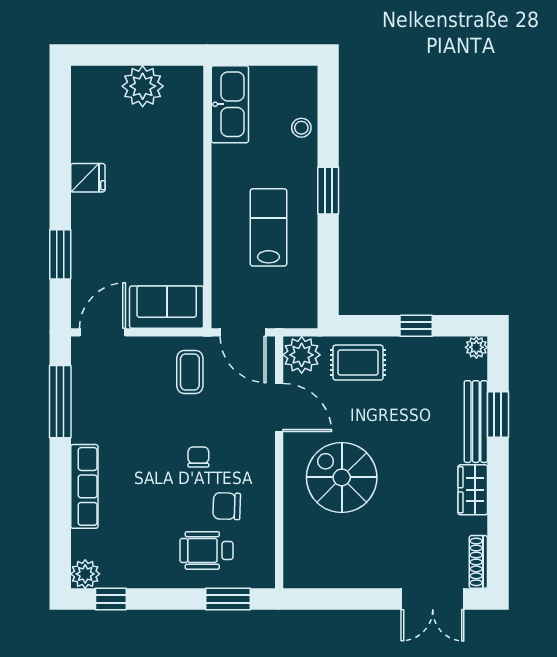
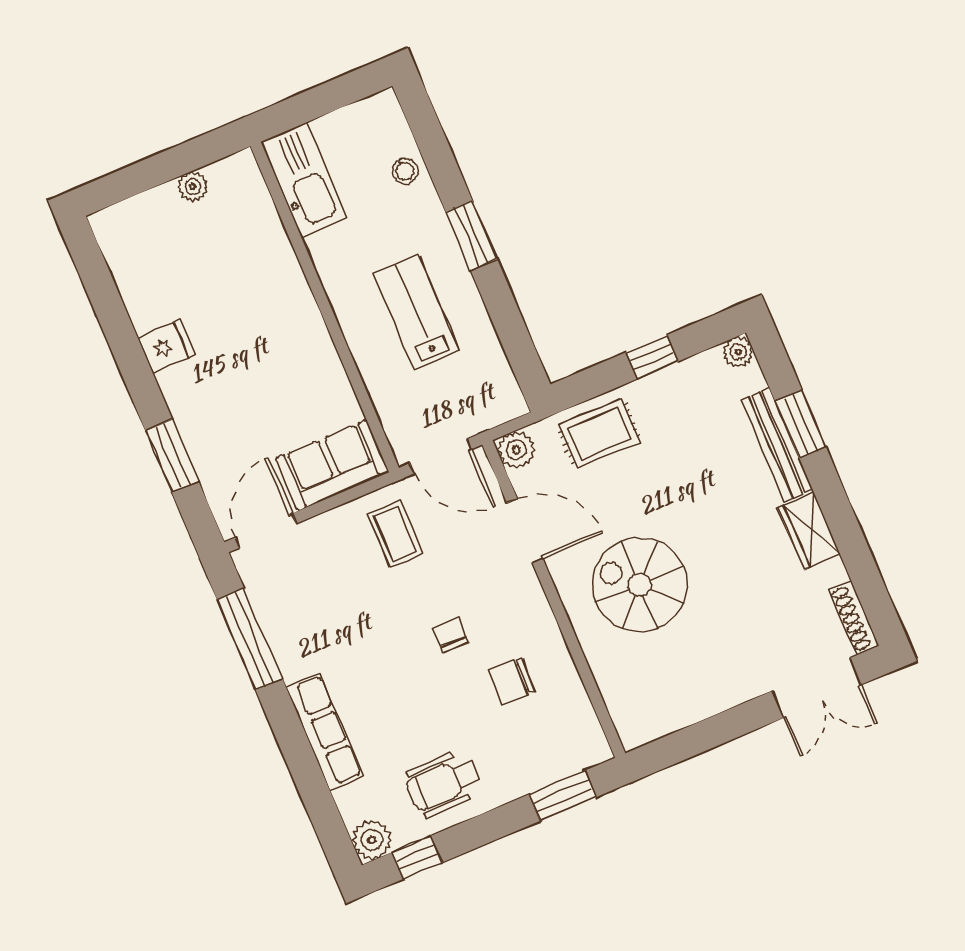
plant: (143, 86) -> (193, 187), width x0.53, depth x0.53
plant: (302, 355) -> (516, 450), width x0.73, depth x0.73
wheelchair: (206, 550) -> (444, 783), moved

